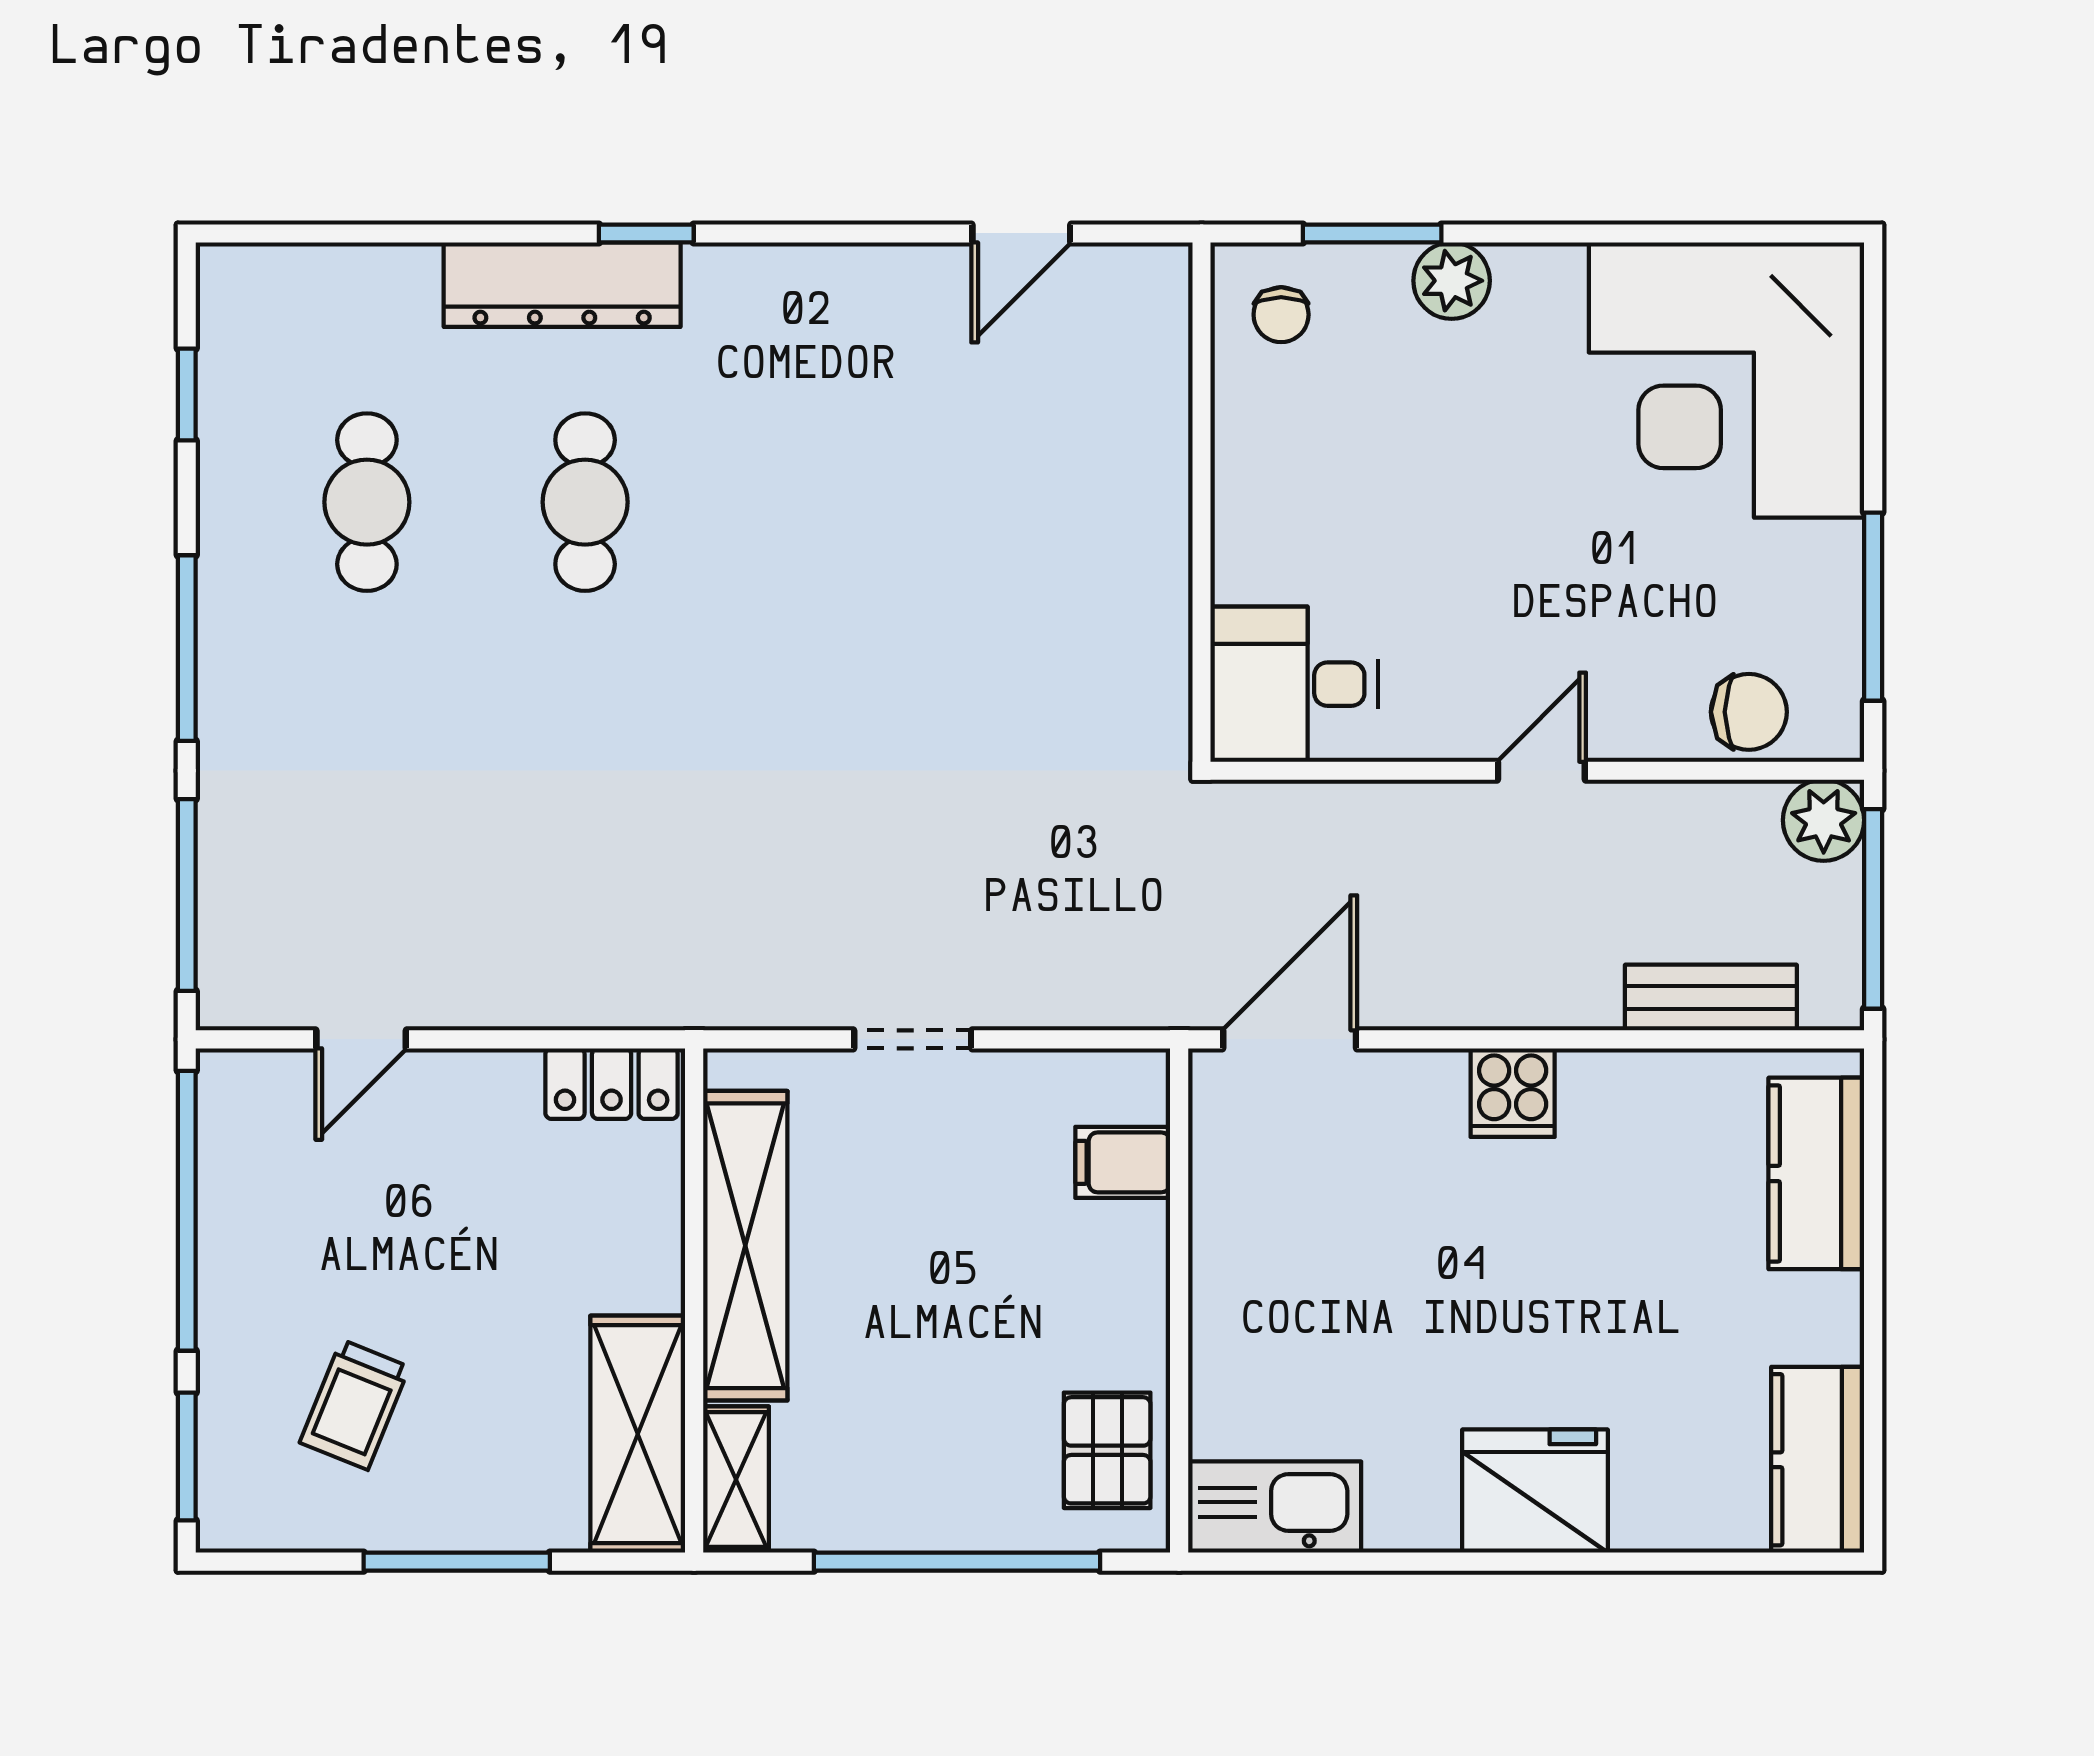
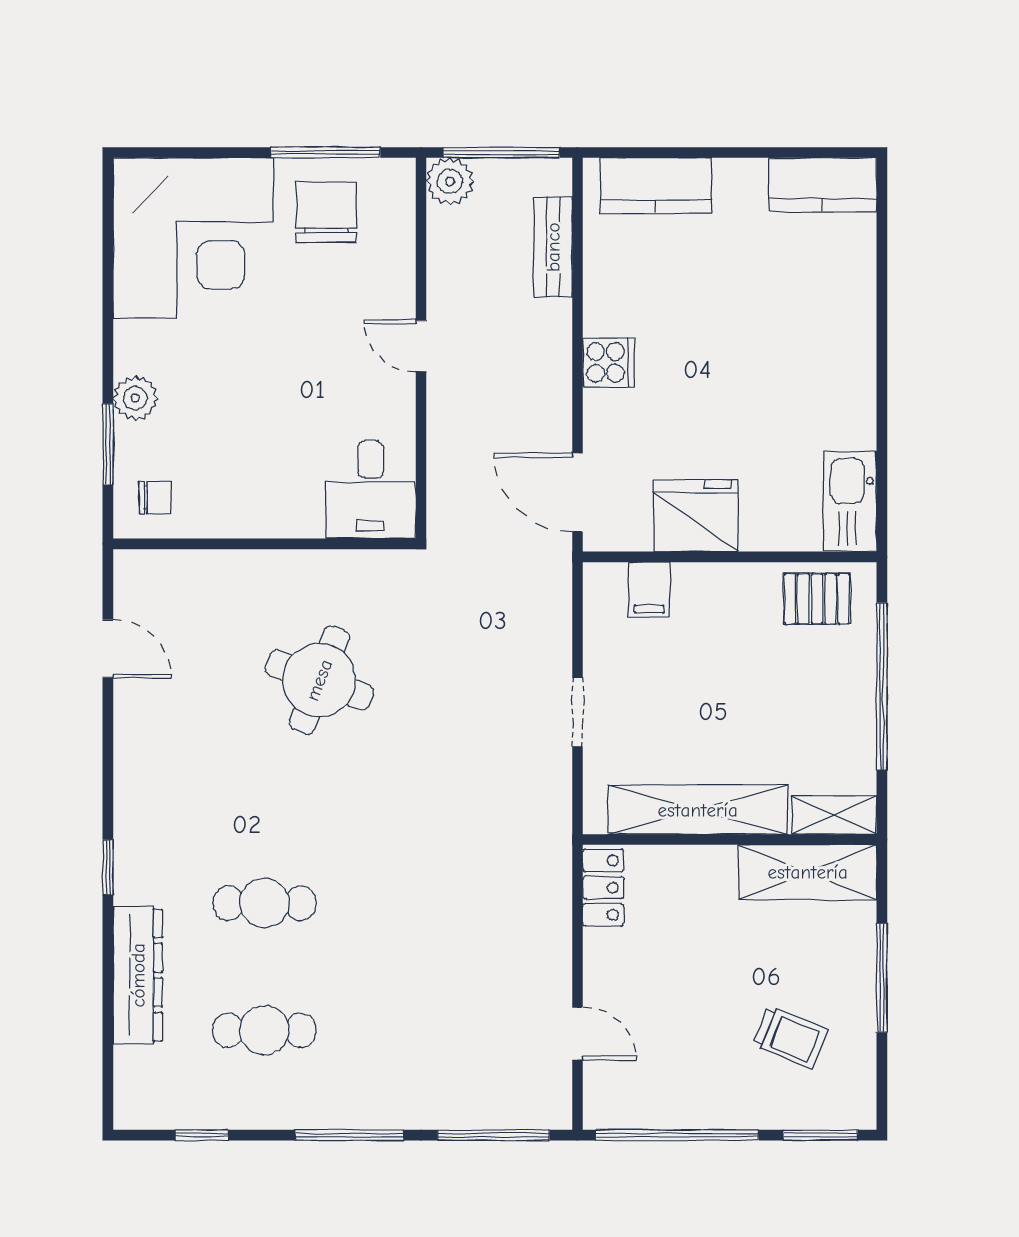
dresser: (562, 285) -> (138, 975), moved
round table: (968, 596) -> (319, 680), added
chair: (1749, 712) -> (326, 212), moved, width x1.37, depth x1.37
fridge: (1535, 1491) -> (696, 516), moved, turned 90

